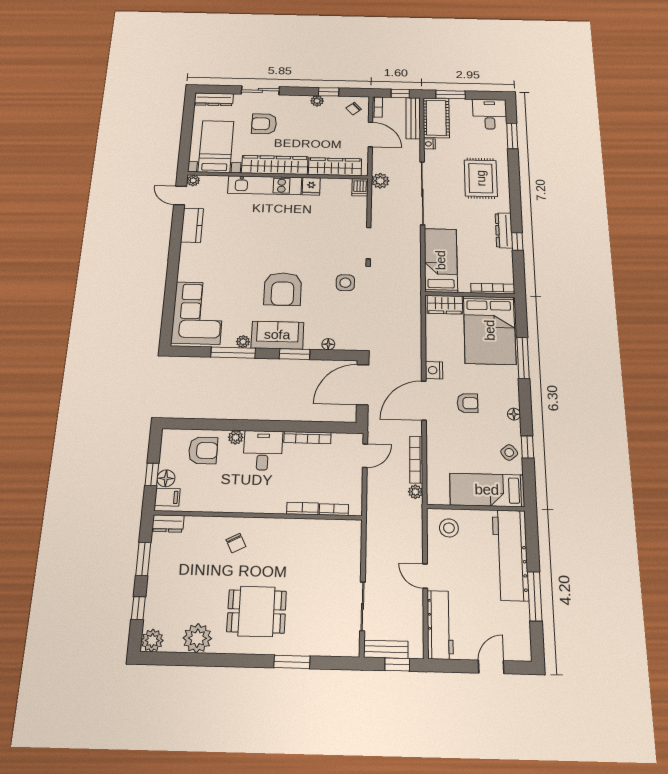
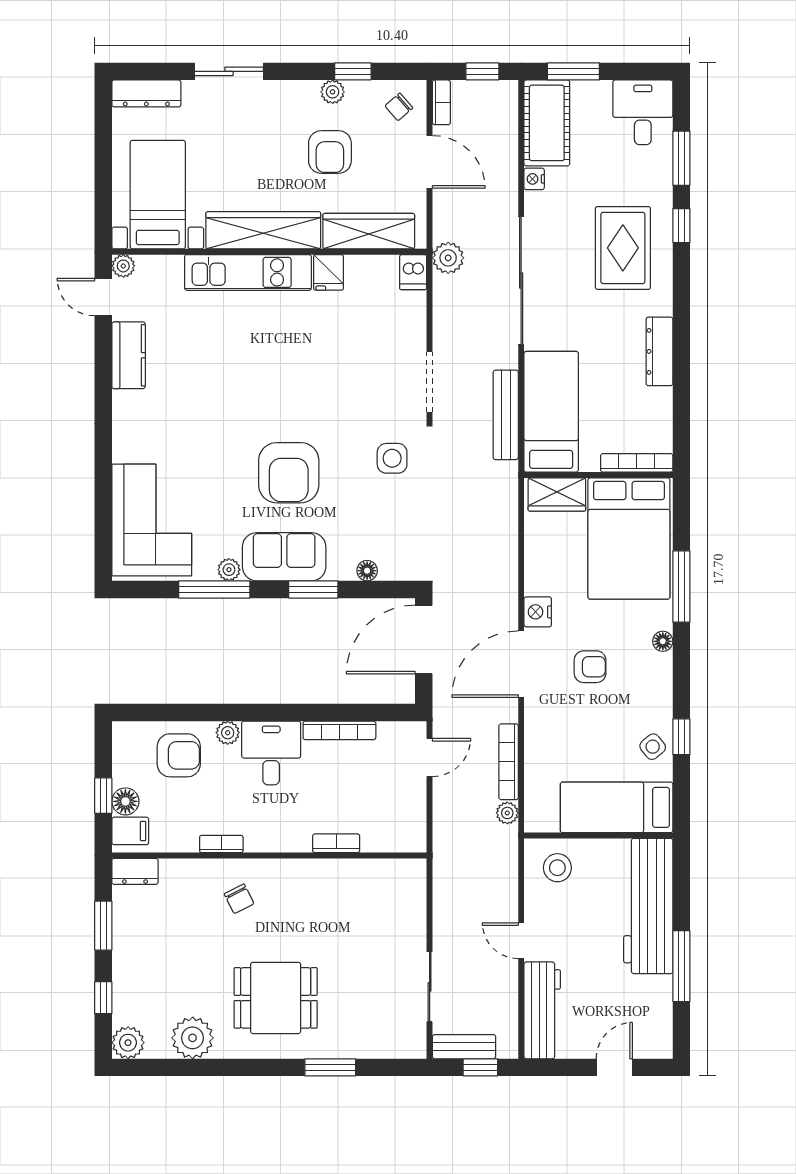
bench: (413, 118) -> (506, 415), moved
armchair: (264, 124) -> (330, 152), moved, turned -90
window: (517, 242) -> (681, 226), moved
floor lamp: (514, 414) -> (663, 641), moved
bookcase: (334, 510) -> (221, 844), moved

